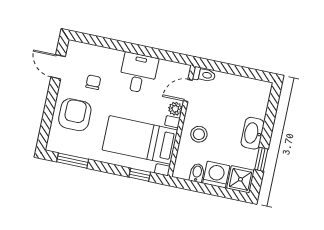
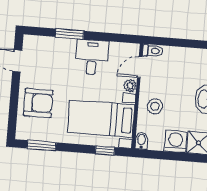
window: (118, 45) -> (70, 34), added
chair: (93, 82) -> (51, 71), removed
armchair: (75, 115) -> (38, 103), turned 90
bidet: (197, 173) -> (142, 141), moved

